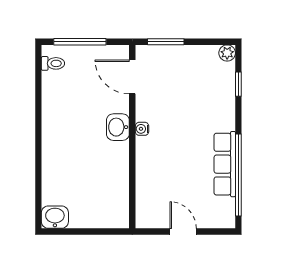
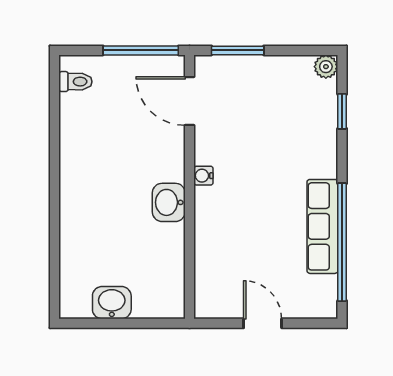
window: (80, 42) -> (141, 50), moved
washbasin: (118, 127) -> (169, 202), moved
washbasin: (55, 217) -> (112, 303), moved

